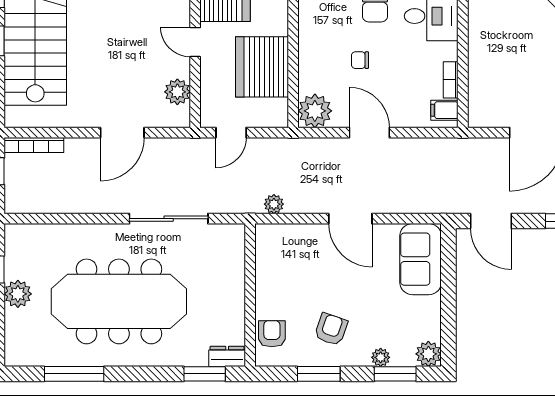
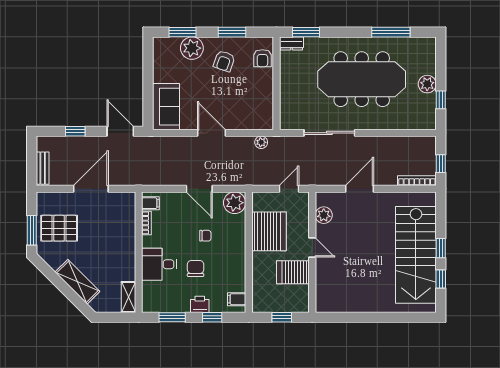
plant: (428, 354) -> (161, 45), removed
plant: (381, 357) -> (192, 48), width x1.88, depth x1.88

